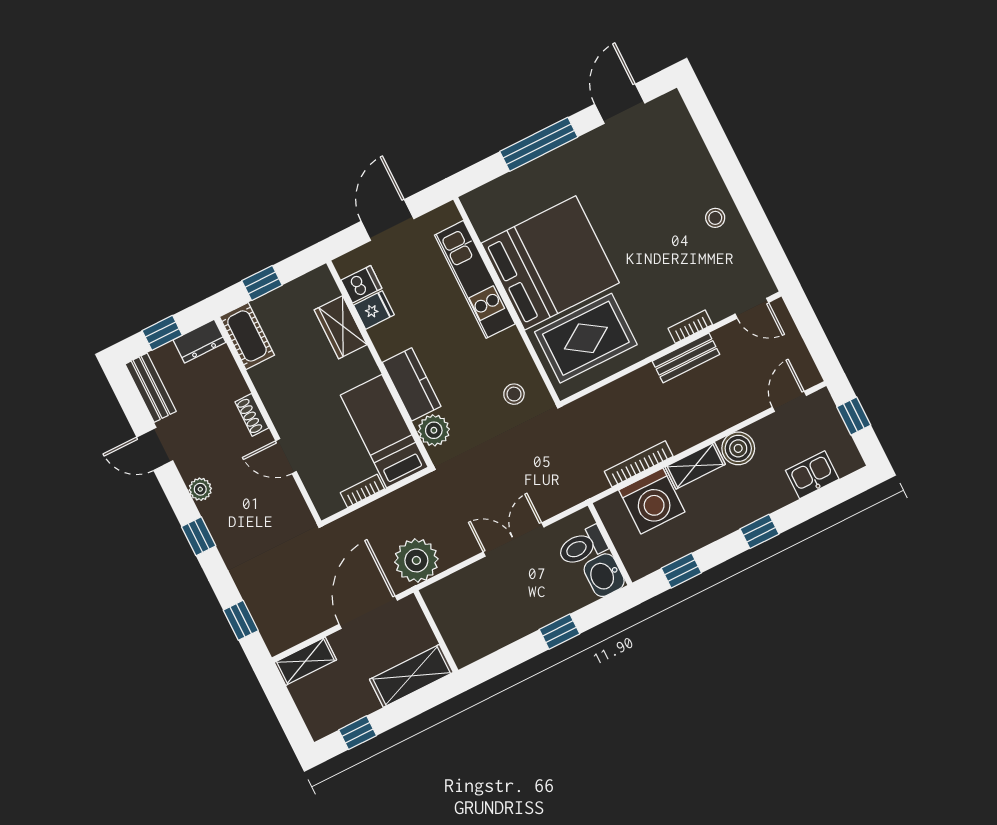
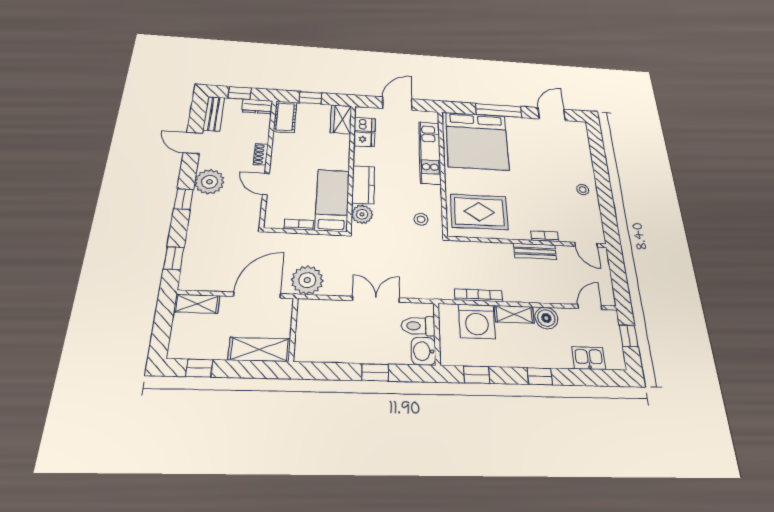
bed: (550, 263) -> (477, 141), moved, turned 90
wardrobe: (341, 327) -> (341, 119), moved
plant: (200, 489) -> (209, 182), width x1.88, depth x1.88

